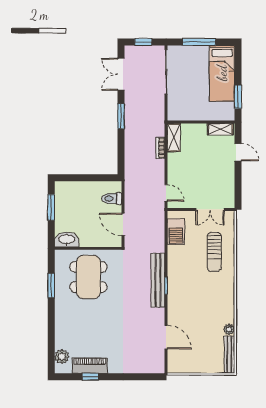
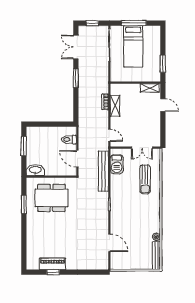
bed: (222, 73) -> (133, 46), moved
shelving: (174, 138) -> (115, 106), moved
dining table: (88, 277) -> (52, 198), turned 90
bench: (158, 280) -> (103, 171), moved
plant: (62, 357) -> (32, 257), removed

